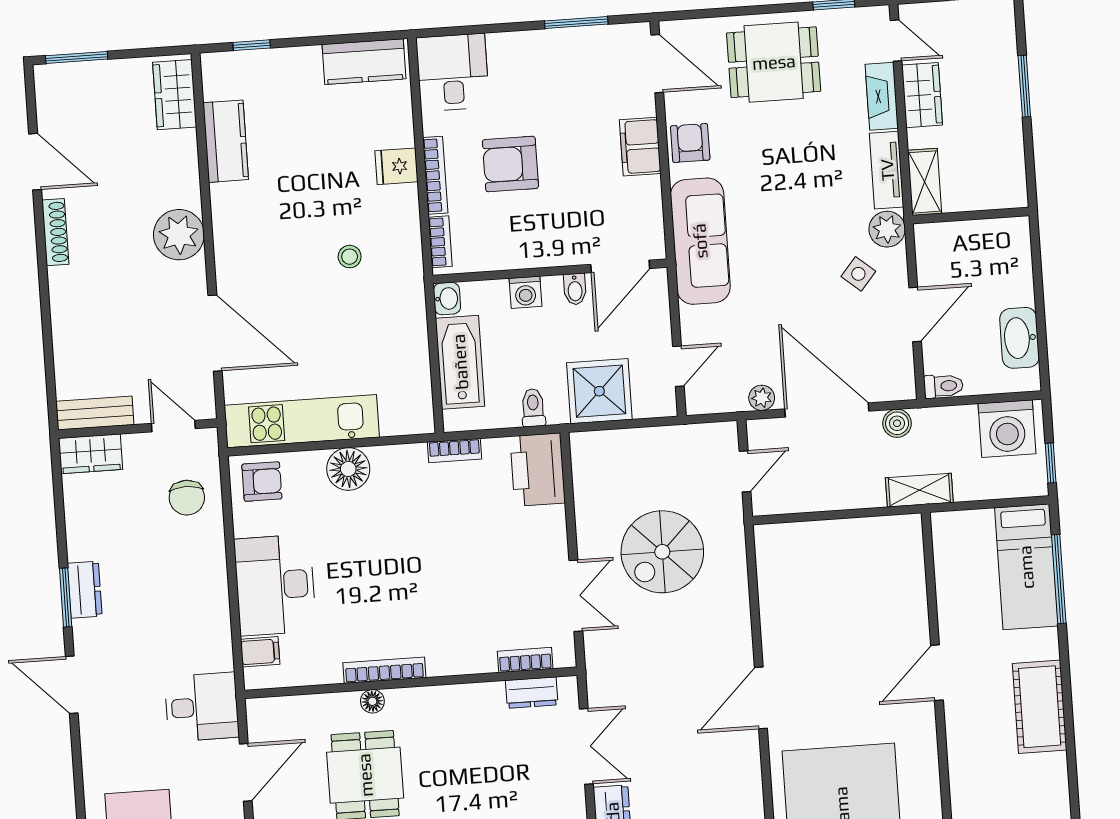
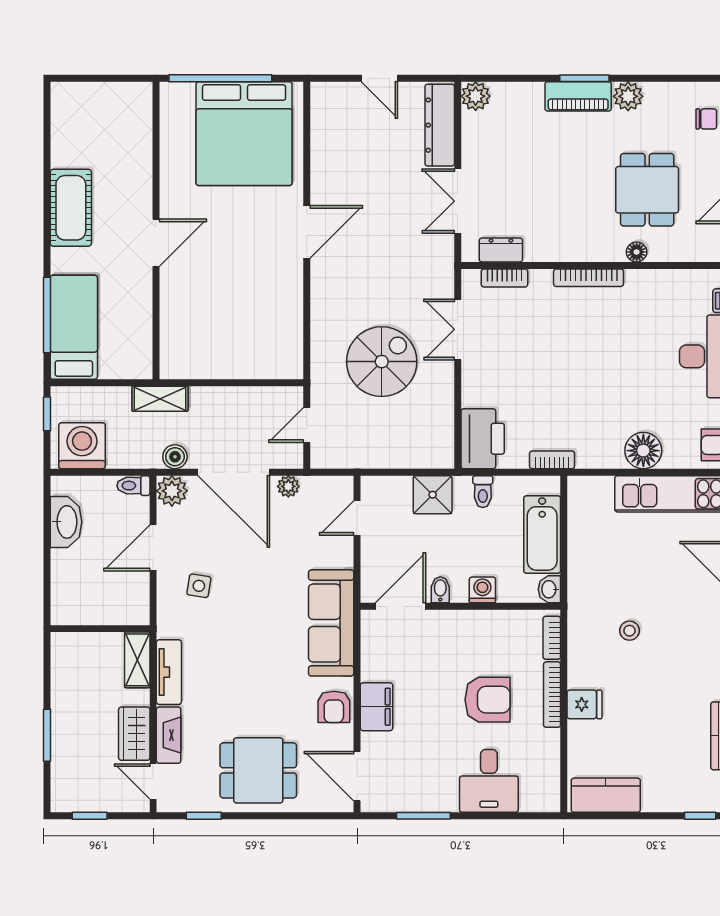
desk: (453, 72) -> (489, 781), moved
plant: (887, 229) -> (172, 491), moved
side table: (858, 274) -> (199, 586), turned -31
shower: (599, 391) -> (433, 495), width x0.73, depth x0.73
bookcase: (384, 670) -> (589, 278), moved

